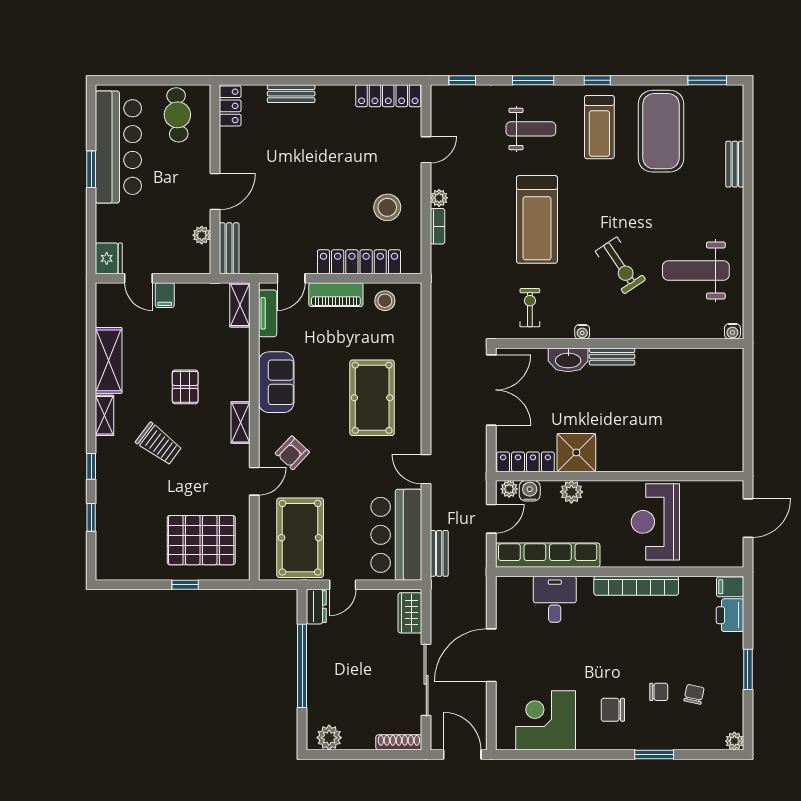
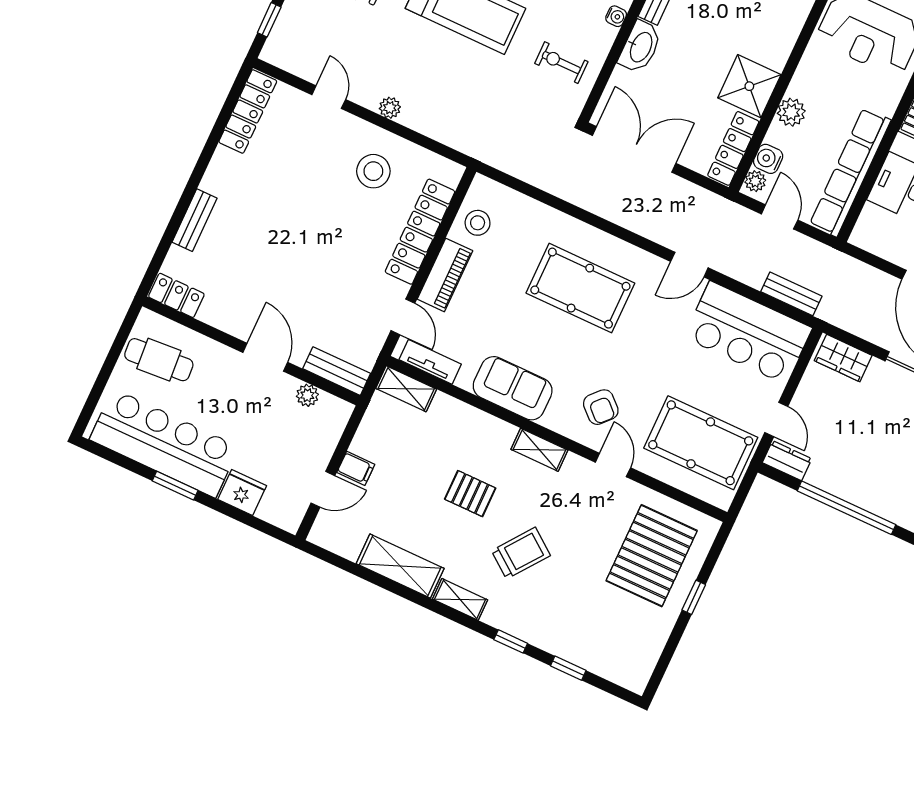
bookcase: (438, 226) -> (421, 124), removed
fridge: (109, 258) -> (242, 493), moved

